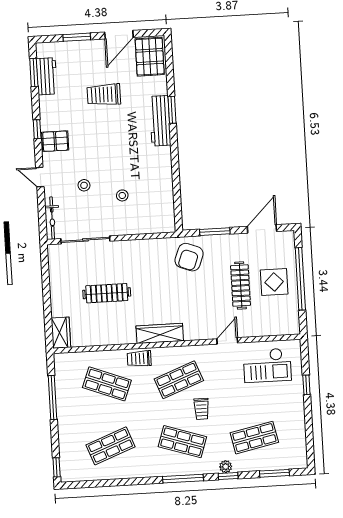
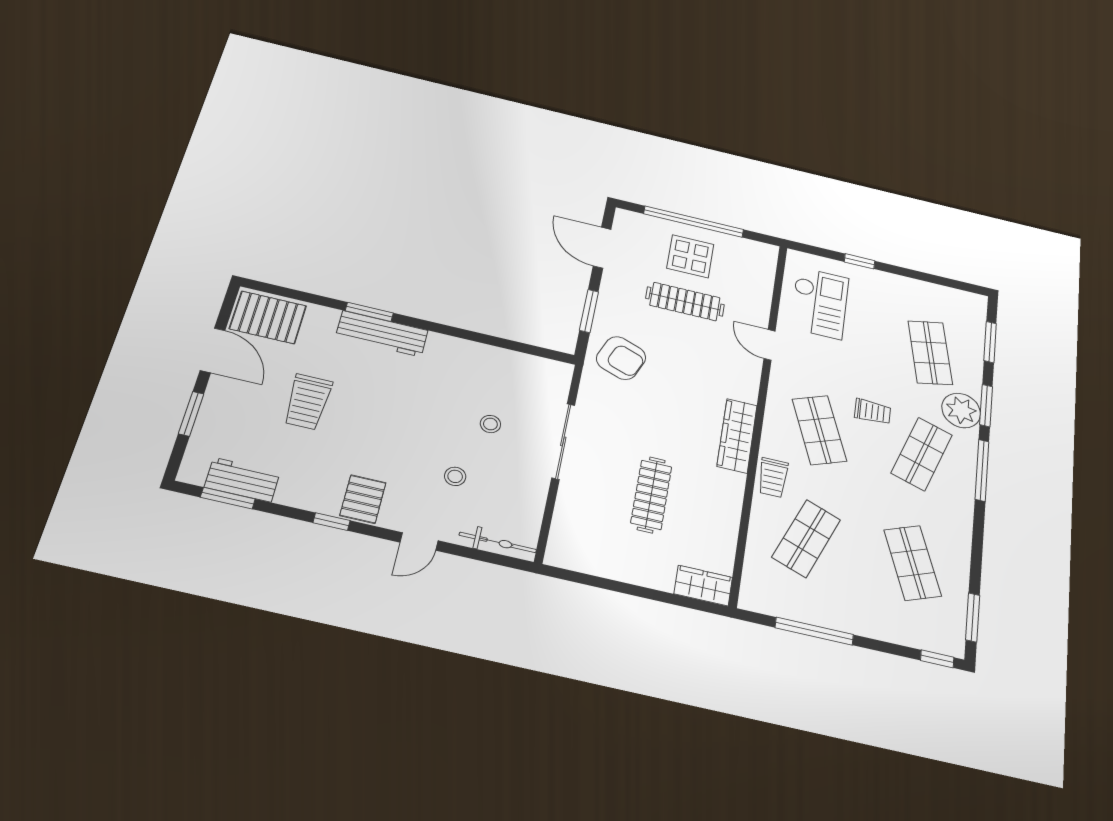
sliding door: (85, 240) -> (563, 441), moved
plant: (226, 467) -> (961, 410), width x1.87, depth x1.87
window: (228, 476) -> (986, 406), width x1.50
window: (87, 484) -> (973, 617), added

